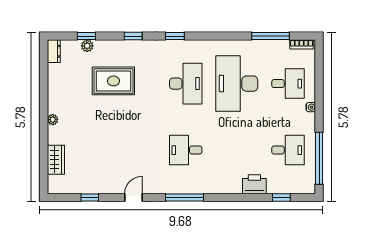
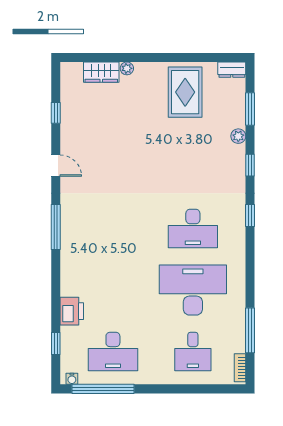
window: (86, 36) -> (250, 109), width x1.50
plant: (87, 46) -> (238, 136), moved
rug: (113, 81) -> (185, 92), moved
water cooler: (311, 107) -> (72, 379), moved
plant: (53, 120) -> (127, 68), moved
desk: (186, 150) -> (113, 228), removed
desk: (288, 150) -> (113, 351), width x1.37

